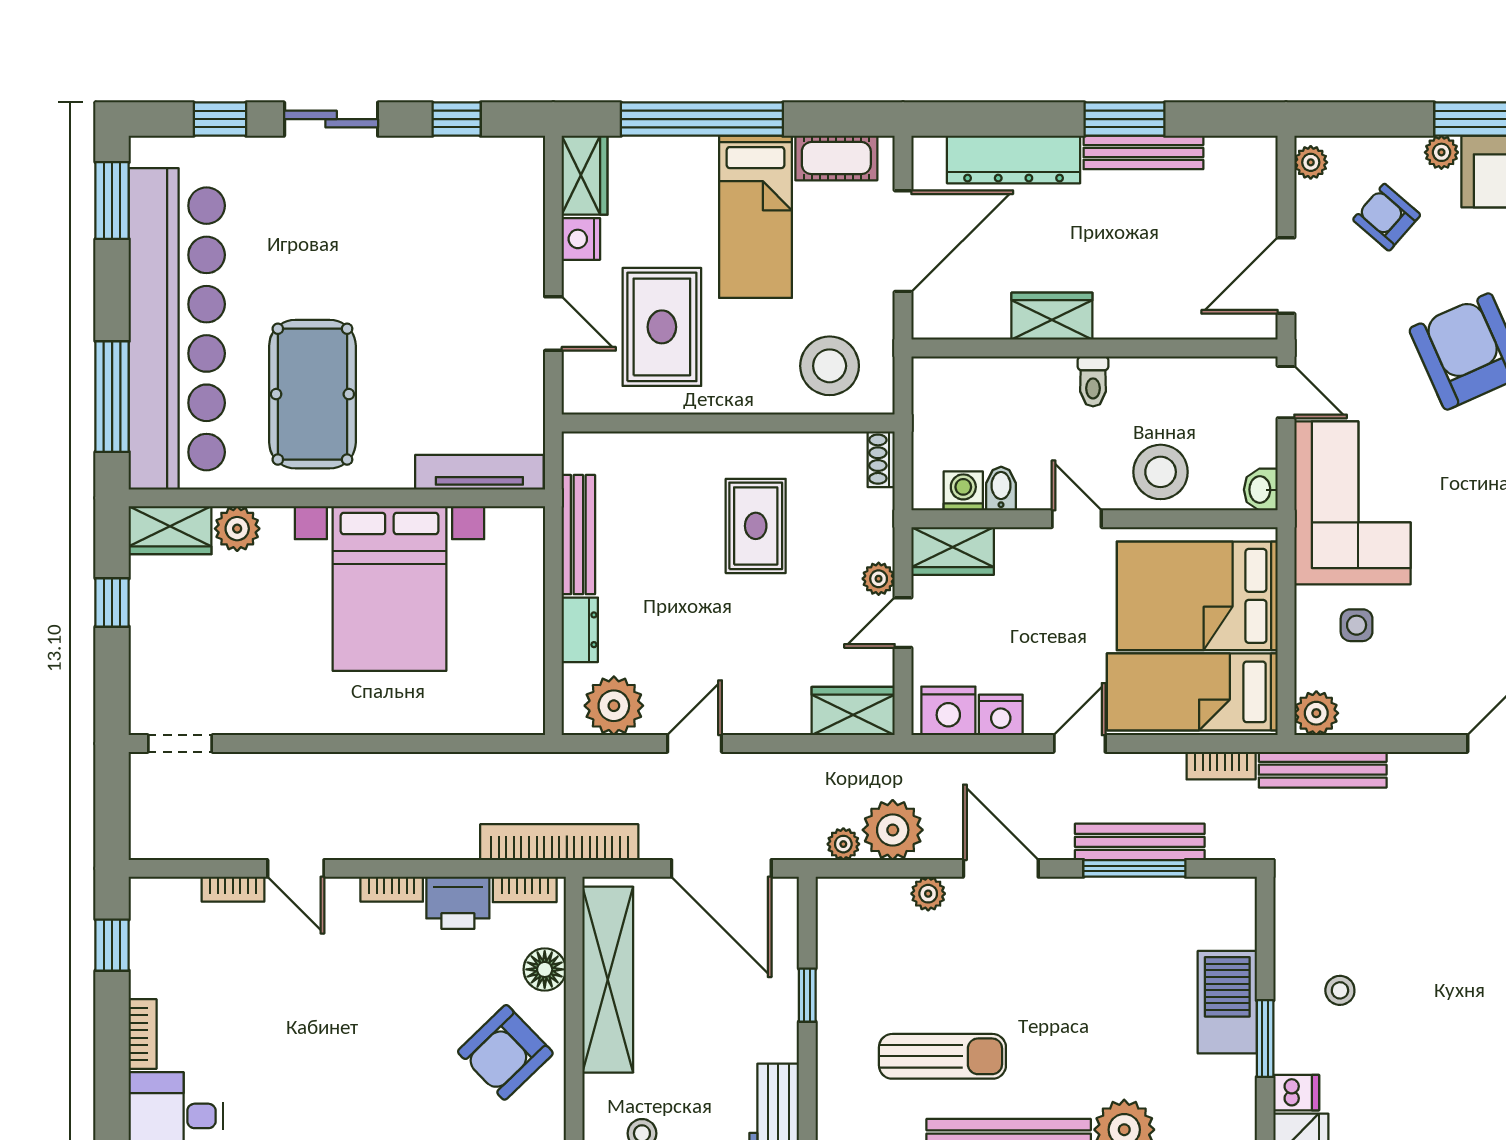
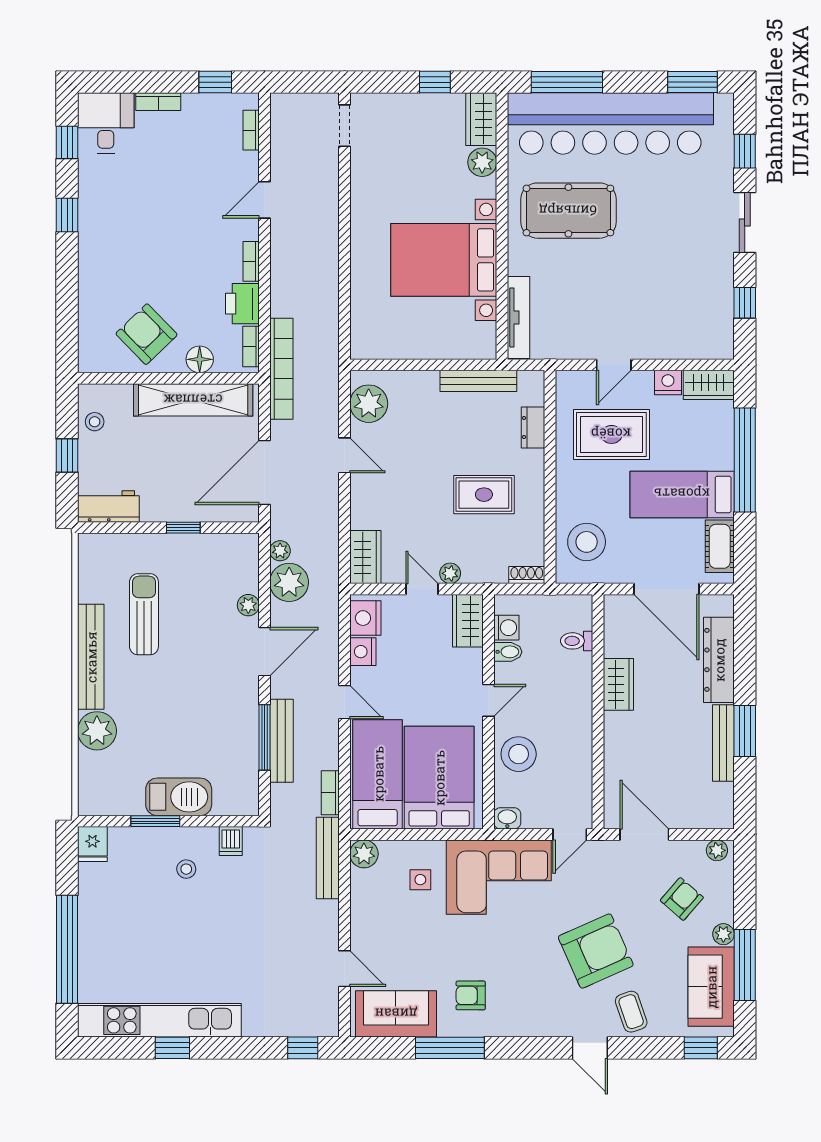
toilet: (1093, 381) -> (577, 641), moved
dresser: (580, 630) -> (533, 428), moved, turned 90
bookcase: (233, 889) -> (251, 130), moved
sun lounger: (942, 1056) -> (144, 614), turned 180
dishwasher: (1296, 1093) -> (231, 841), moved

